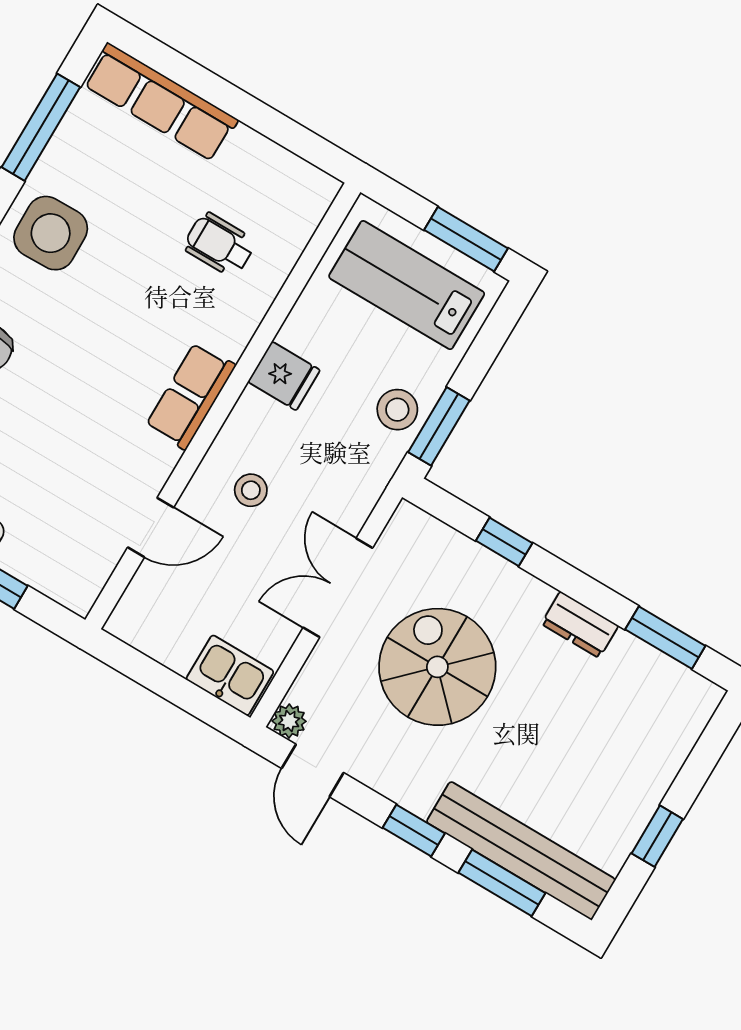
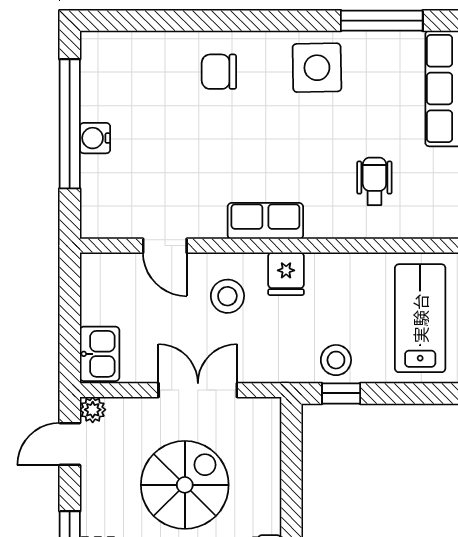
fridge: (284, 376) -> (286, 274), moved
window: (439, 426) -> (341, 393), width x0.67
stool: (251, 490) -> (227, 296), width x1.37, depth x1.37
window: (504, 542) -> (291, 480), removed

